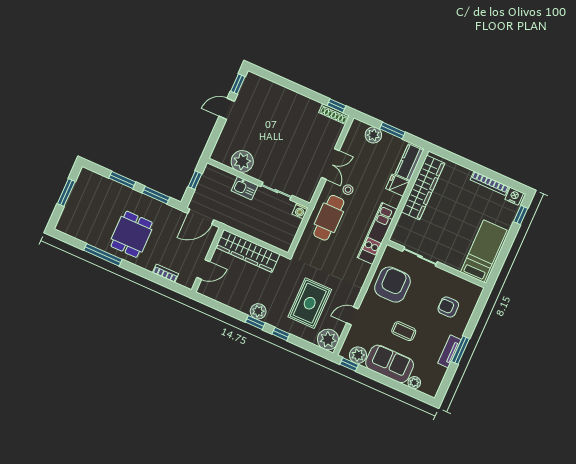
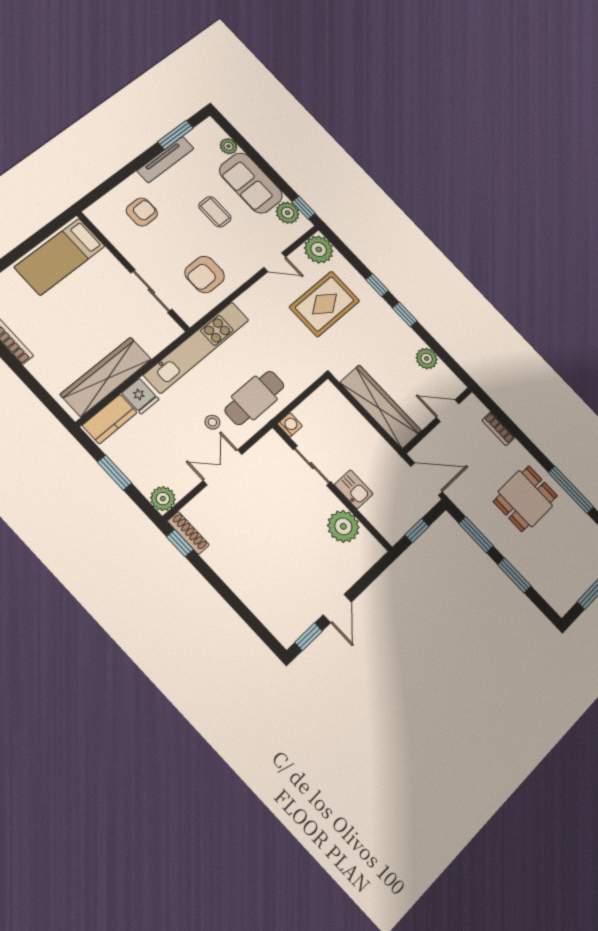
door: (227, 109) -> (337, 608), hinge flipped
plant: (373, 135) -> (163, 499), moved
kitchen unit: (377, 233) -> (197, 347), width x1.36
armchair: (392, 285) -> (205, 274), width x0.73, depth x0.73
armchair: (448, 307) -> (142, 212), turned -90
plant: (258, 311) -> (427, 359), moved
window: (460, 350) -> (176, 135), moved
tv unit: (449, 351) -> (165, 160), width x1.41

